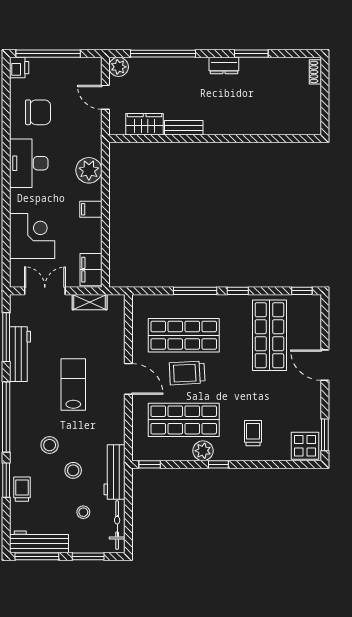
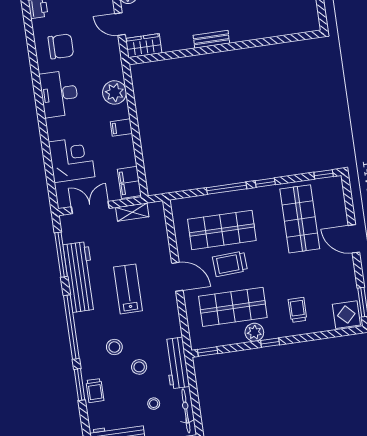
wardrobe: (145, 124) -> (144, 46), moved
bench: (184, 128) -> (211, 39), moved
workbench: (20, 354) -> (80, 277), width x1.36, depth x1.32
trolley: (22, 489) -> (95, 391), turned 180

